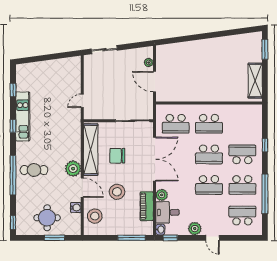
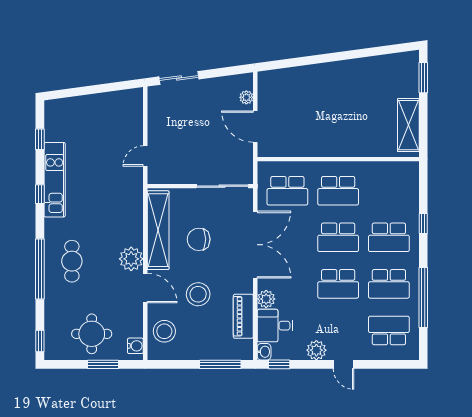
school desk: (242, 154) -> (389, 237), turned 180
cafe table: (34, 170) -> (72, 261), turned 90
water cooler: (76, 208) -> (135, 346), moved

